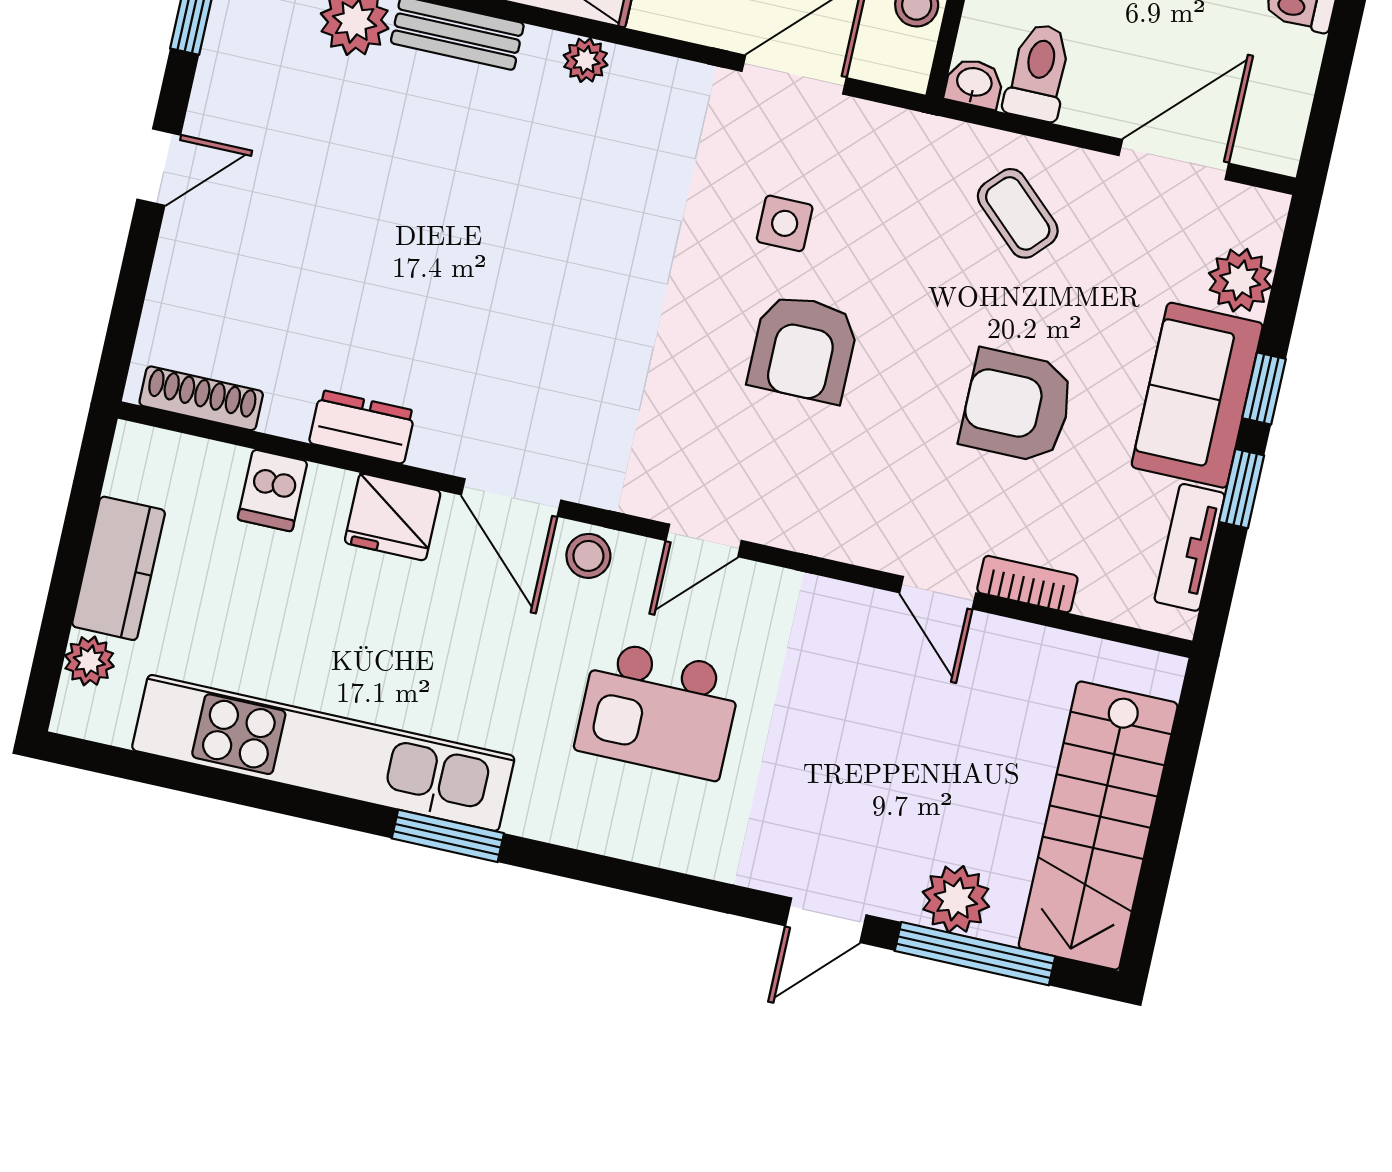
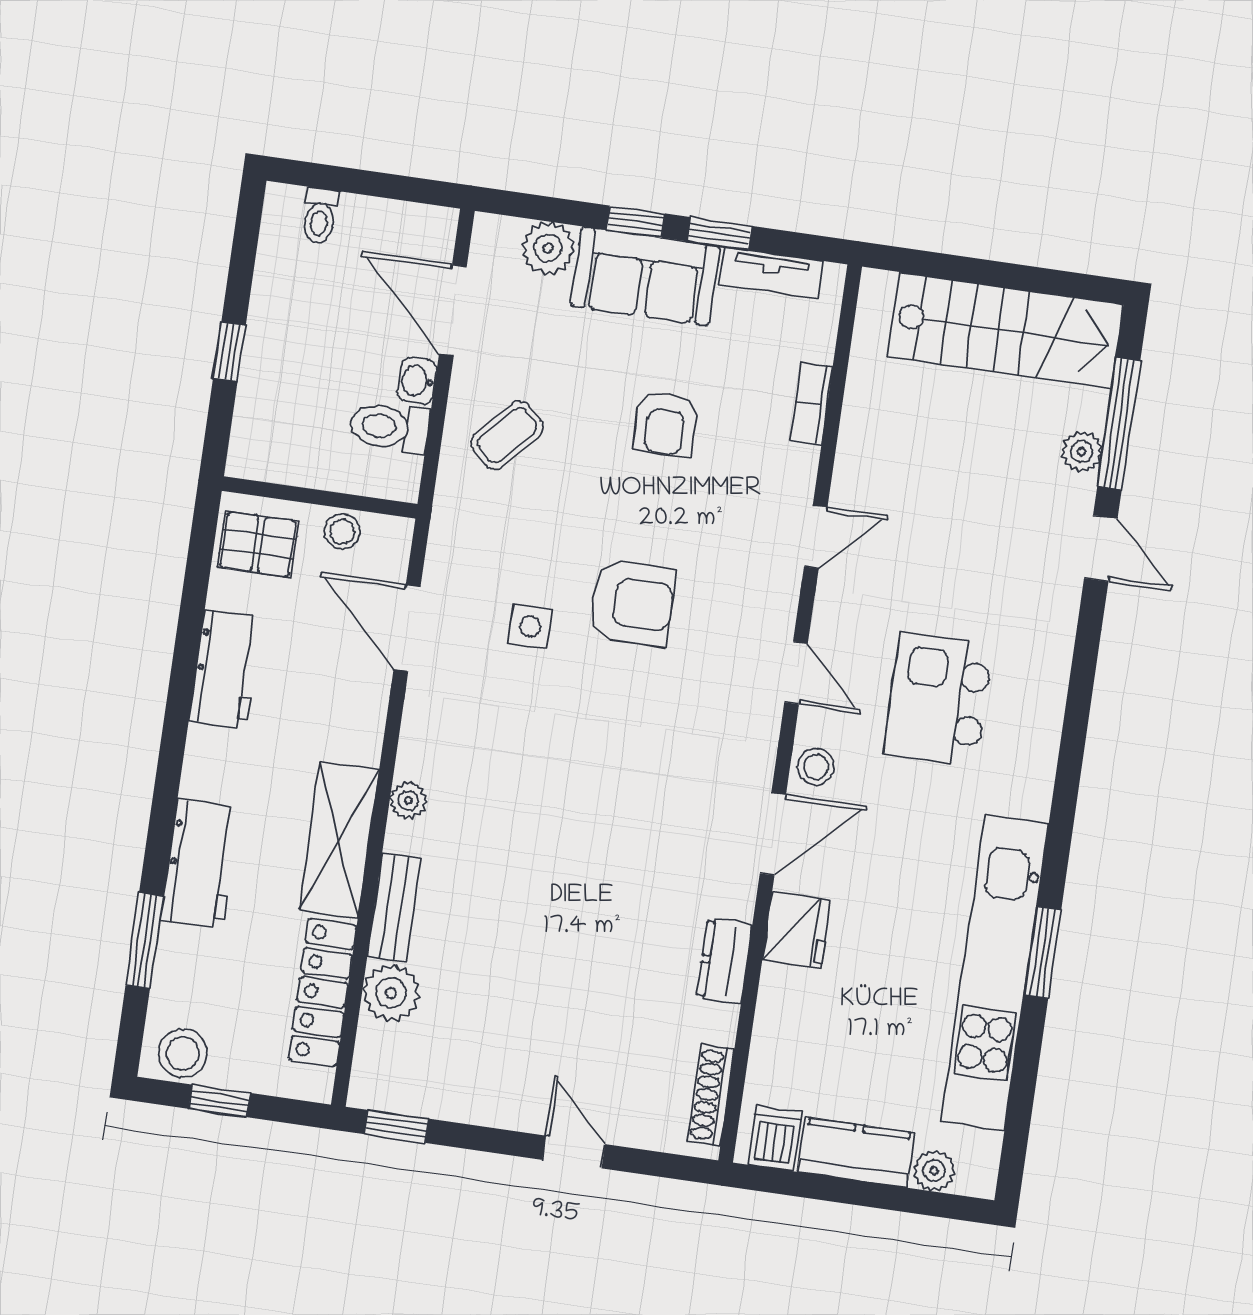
washbasin: (974, 83) -> (417, 381), moved
door: (159, 167) -> (574, 1152), moved
armchair: (1017, 406) -> (666, 424), width x0.72, depth x0.72
dishwasher: (273, 490) -> (775, 1138), moved, turned -90
door: (938, 593) -> (816, 537), moved
kitchen island: (658, 710) -> (939, 700), turned 180
window: (448, 836) -> (1043, 952), moved
plant: (956, 899) -> (1082, 451), width x0.73, depth x0.73

